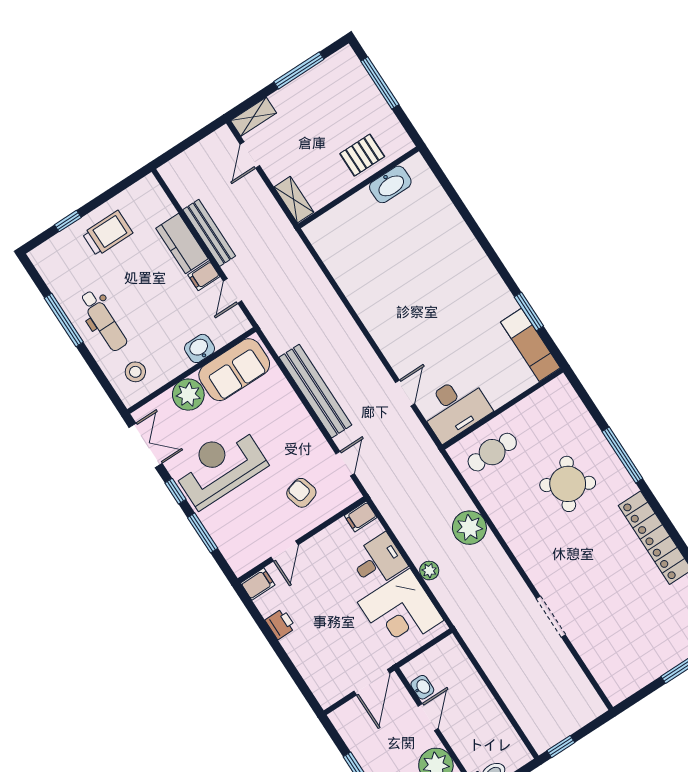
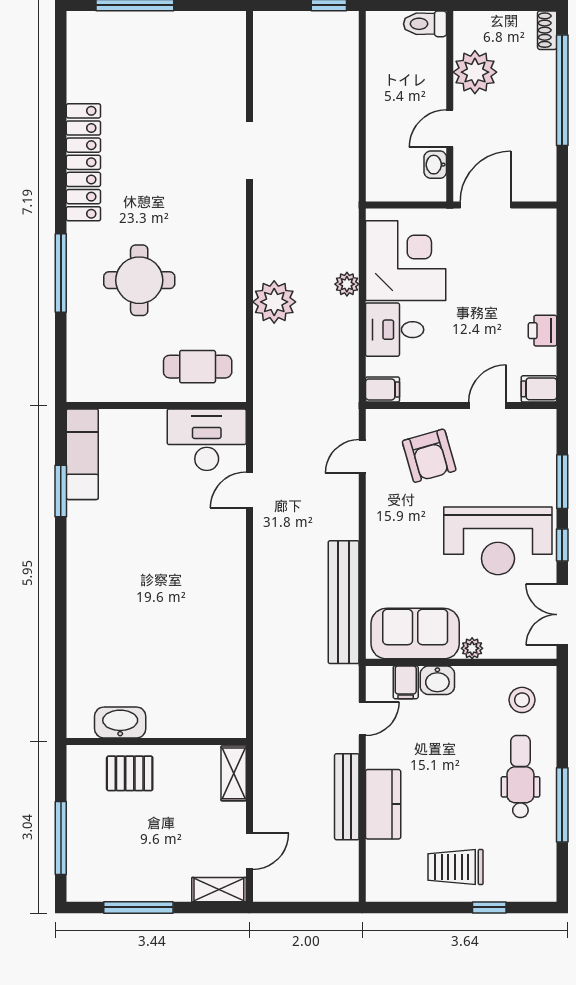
filing cabinet: (204, 276) -> (406, 682), moved, turned 90
bench: (315, 391) -> (344, 602), moved
plant: (188, 395) -> (472, 648), width x0.53, depth x0.53
round table: (568, 484) -> (139, 280), turned -30
armchair: (301, 493) -> (429, 456), width x1.38, depth x1.38

